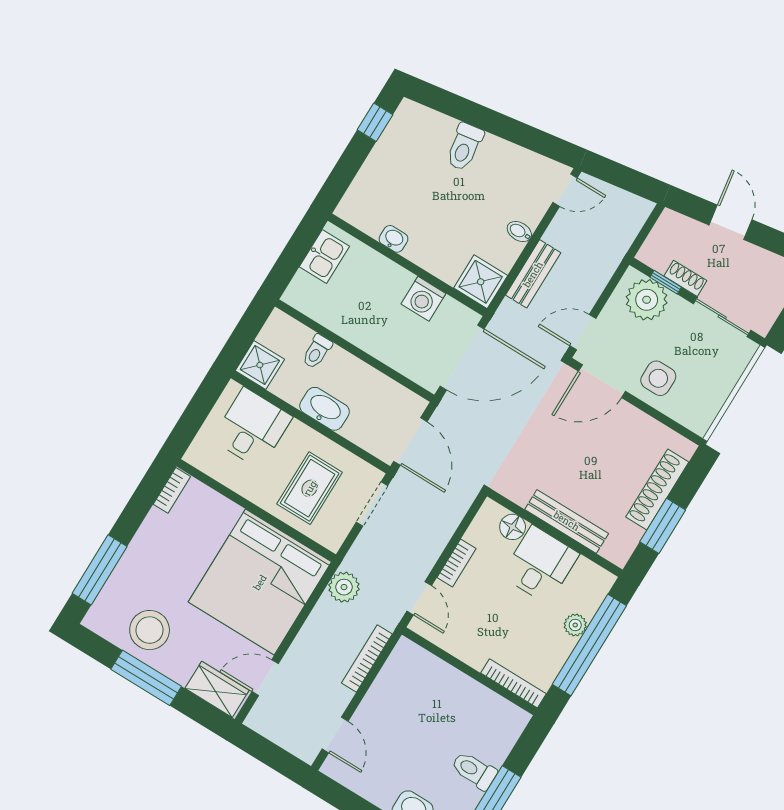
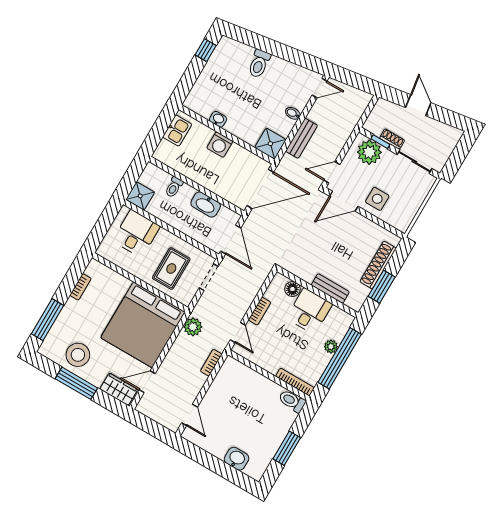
washing machine: (423, 299) -> (220, 145), moved
washbasin: (324, 409) -> (206, 205), moved, turned 180
bookcase: (172, 490) -> (80, 287), moved
bench: (567, 521) -> (330, 288), width x0.73
bookcase: (367, 658) -> (211, 363), width x0.64
toilet: (474, 770) -> (292, 401), moved

